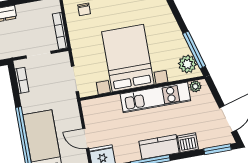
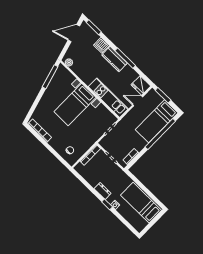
bed with nightstands: (128, 58) -> (75, 105), width x0.73
plant: (187, 64) -> (60, 75), removed
kitchen unit: (155, 97) -> (108, 98), moved
door: (86, 138) -> (138, 101), swing flipped

